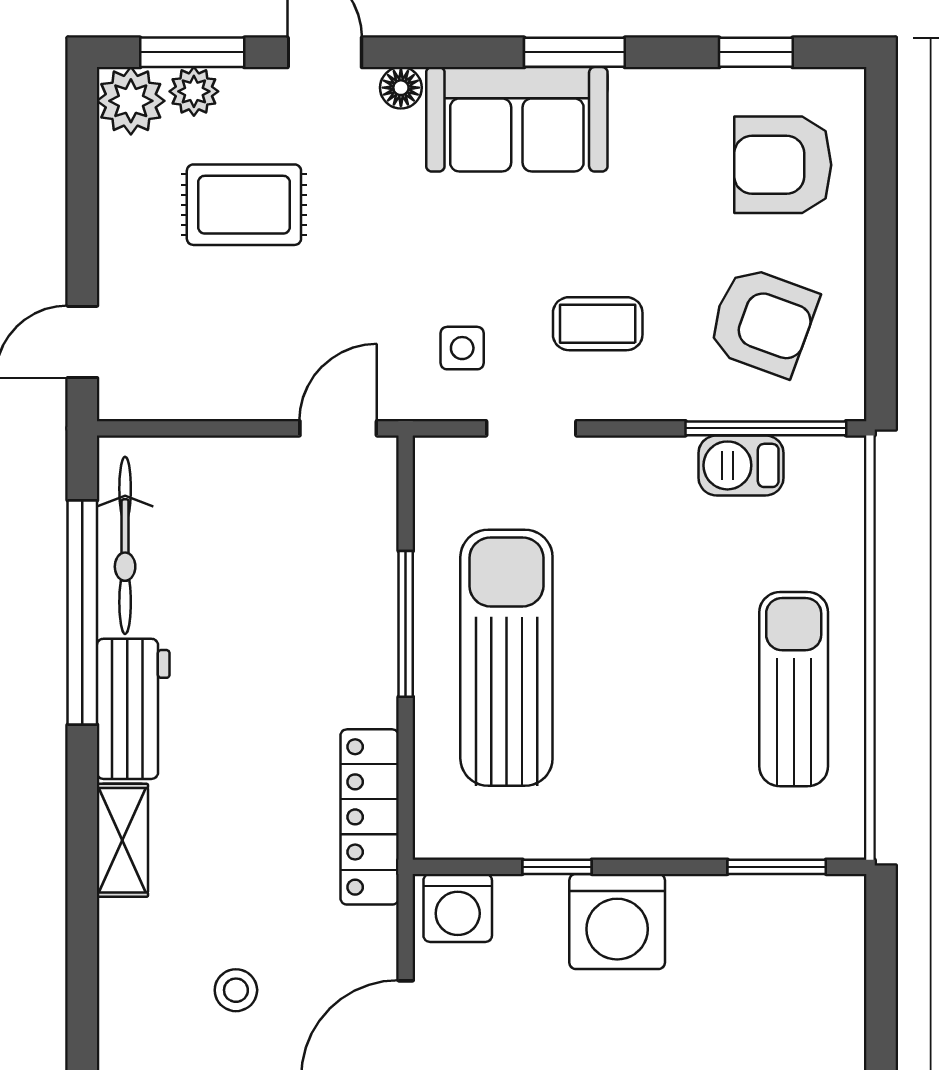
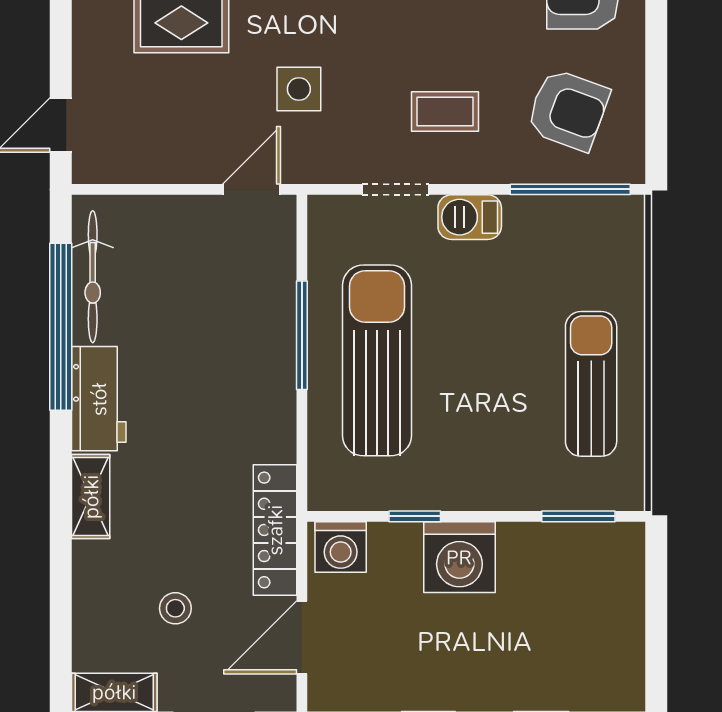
side table: (462, 348) -> (299, 89), moved, width x1.37, depth x1.37
barbecue: (741, 465) -> (470, 217), moved
locker: (370, 817) -> (275, 530), moved

